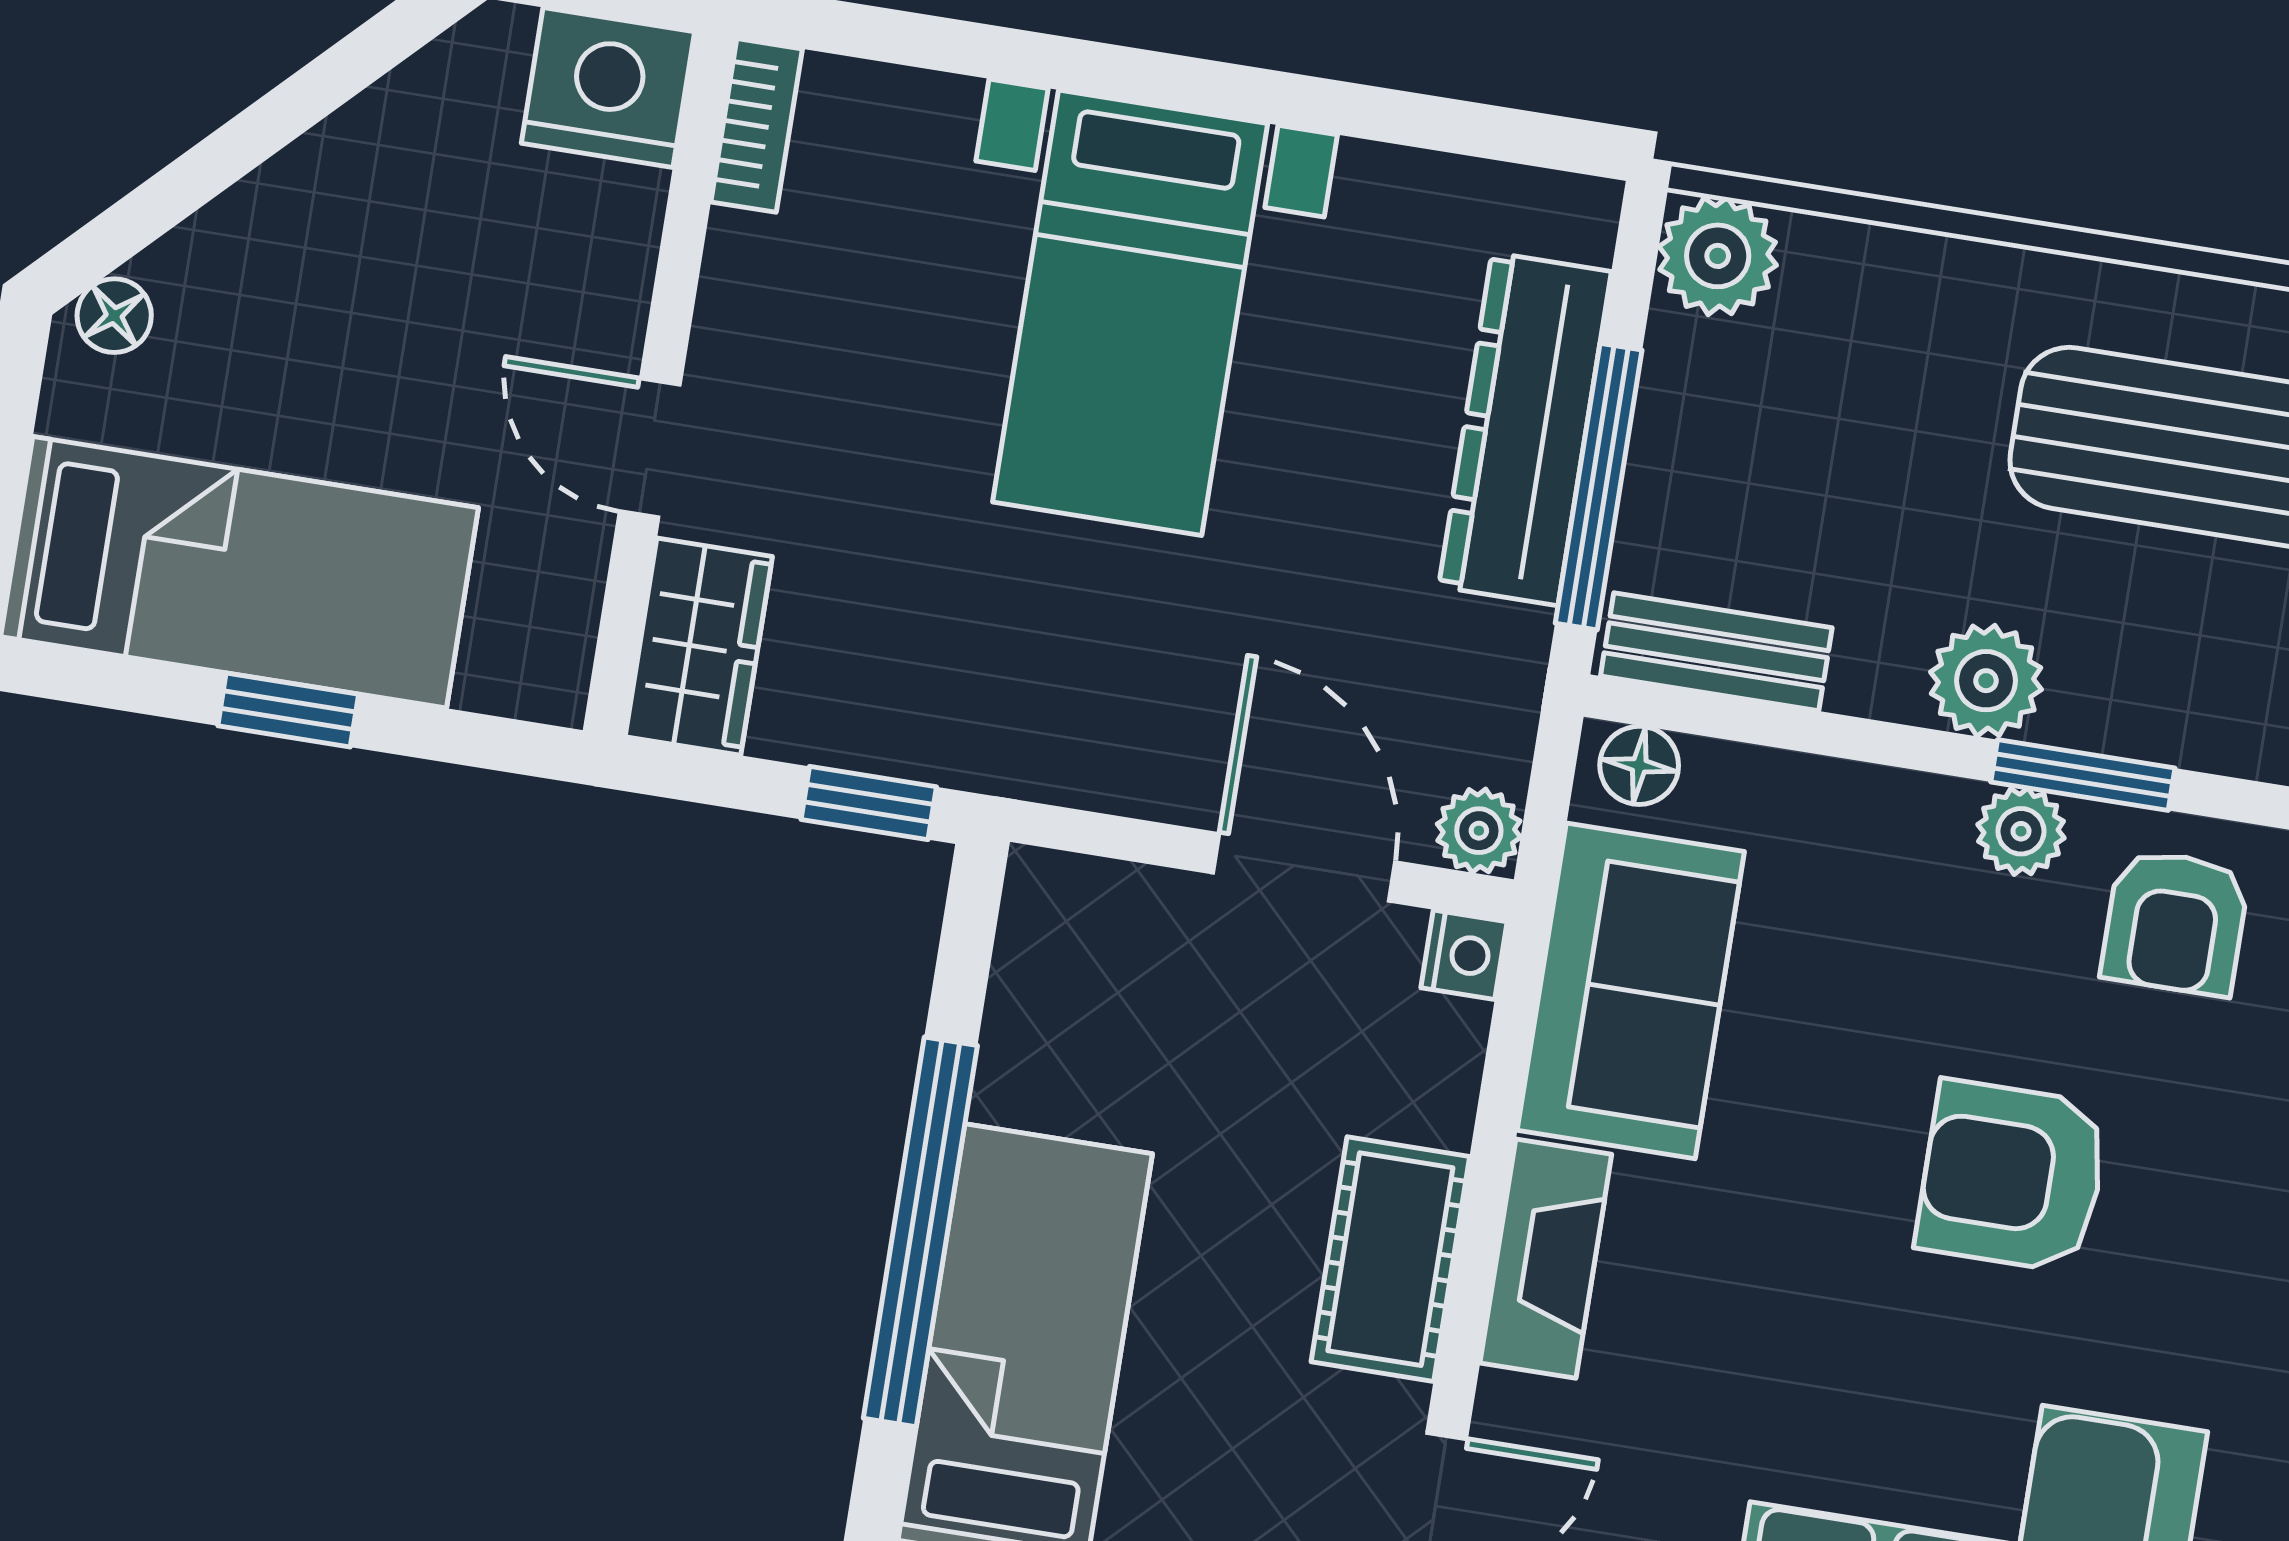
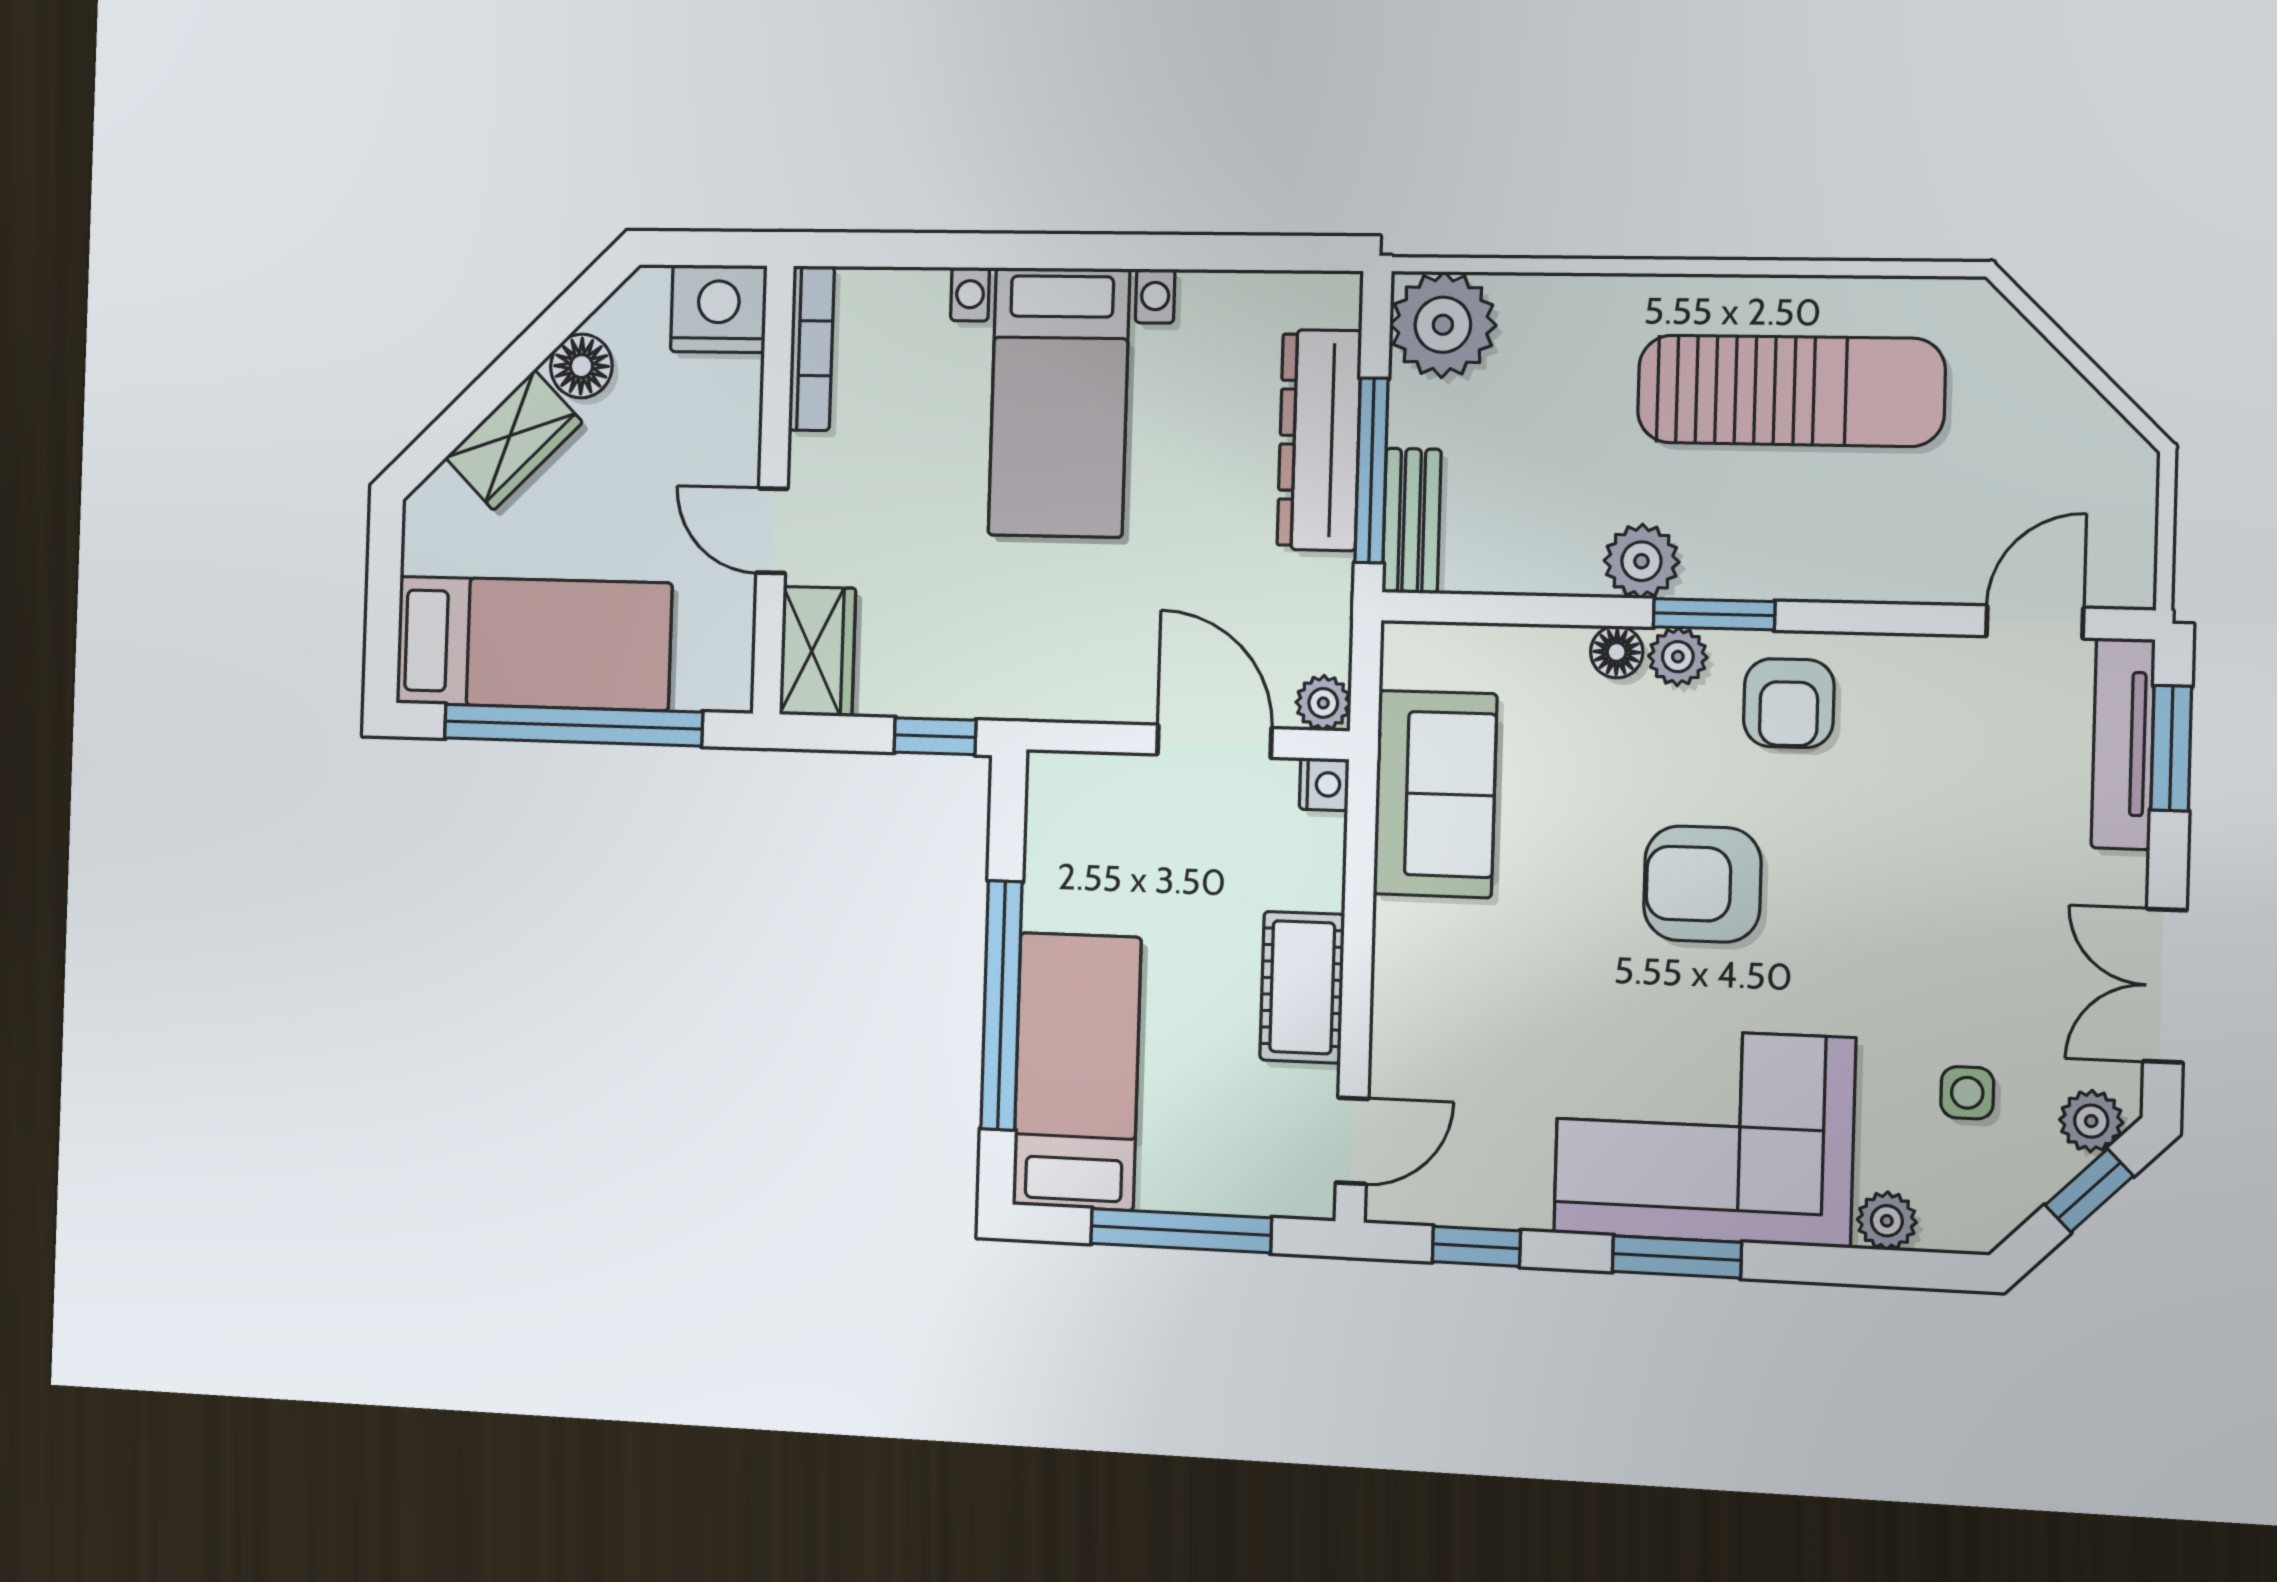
bookcase: (757, 125) -> (811, 348), width x1.56
wardrobe: (248, 246) -> (514, 440), added
plant: (1718, 256) -> (1443, 325), width x1.36, depth x1.36
floor lamp: (114, 316) -> (581, 366), moved, width x1.37, depth x1.37
bench: (1716, 652) -> (1412, 521), moved, turned 90
window: (288, 710) -> (573, 725), width x3.17
floor lamp: (1639, 765) -> (1617, 652), moved
fireplace: (1546, 1259) -> (1403, 975), removed

